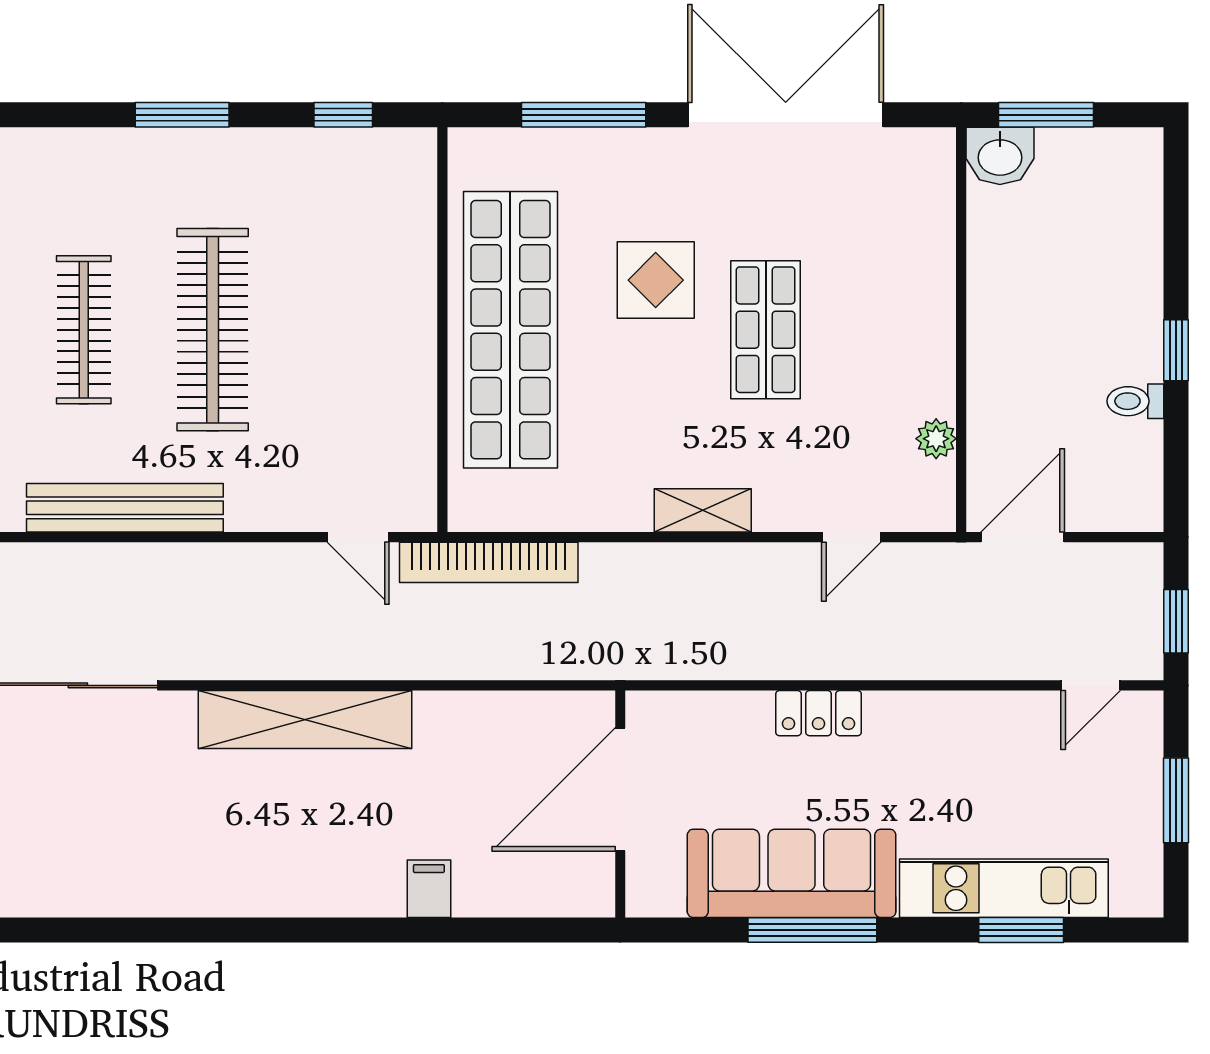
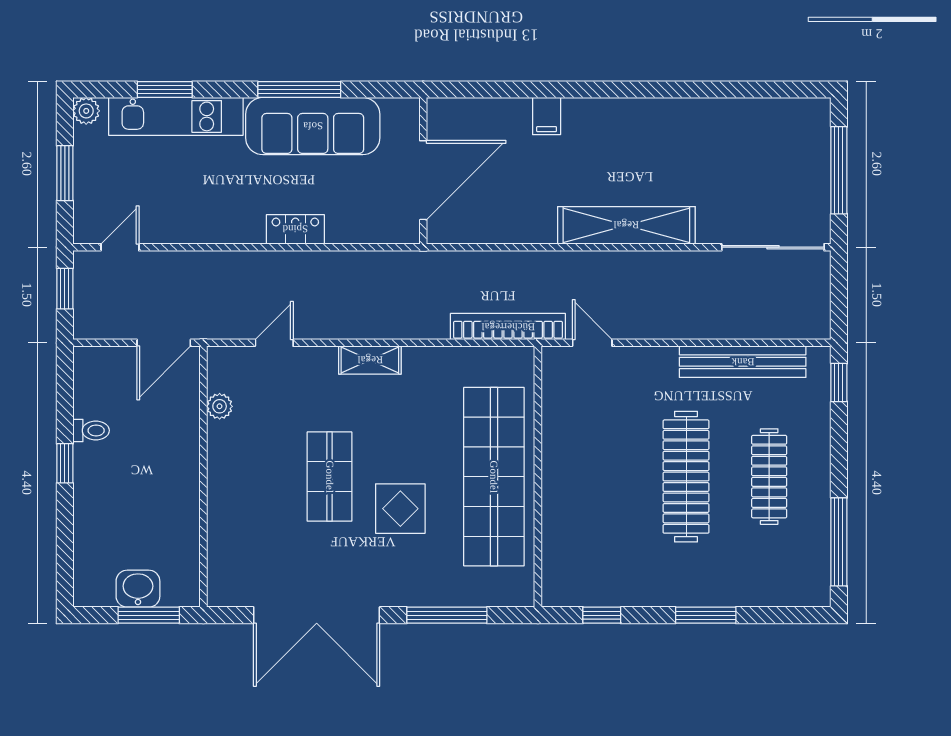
washbasin: (1000, 156) -> (138, 589), moved
plant: (1143, 897) -> (86, 111), added

